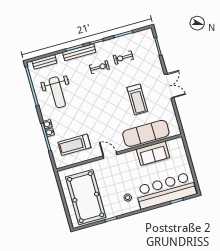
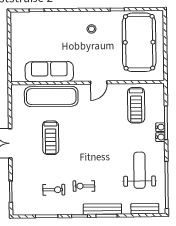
treadmill: (137, 99) -> (51, 138), turned 180
treadmill: (74, 145) -> (136, 105), turned 90
sofa: (153, 153) -> (49, 72), width x1.36
door: (110, 155) -> (99, 83), hinge flipped
bar counter: (166, 191) -> (46, 25), removed

